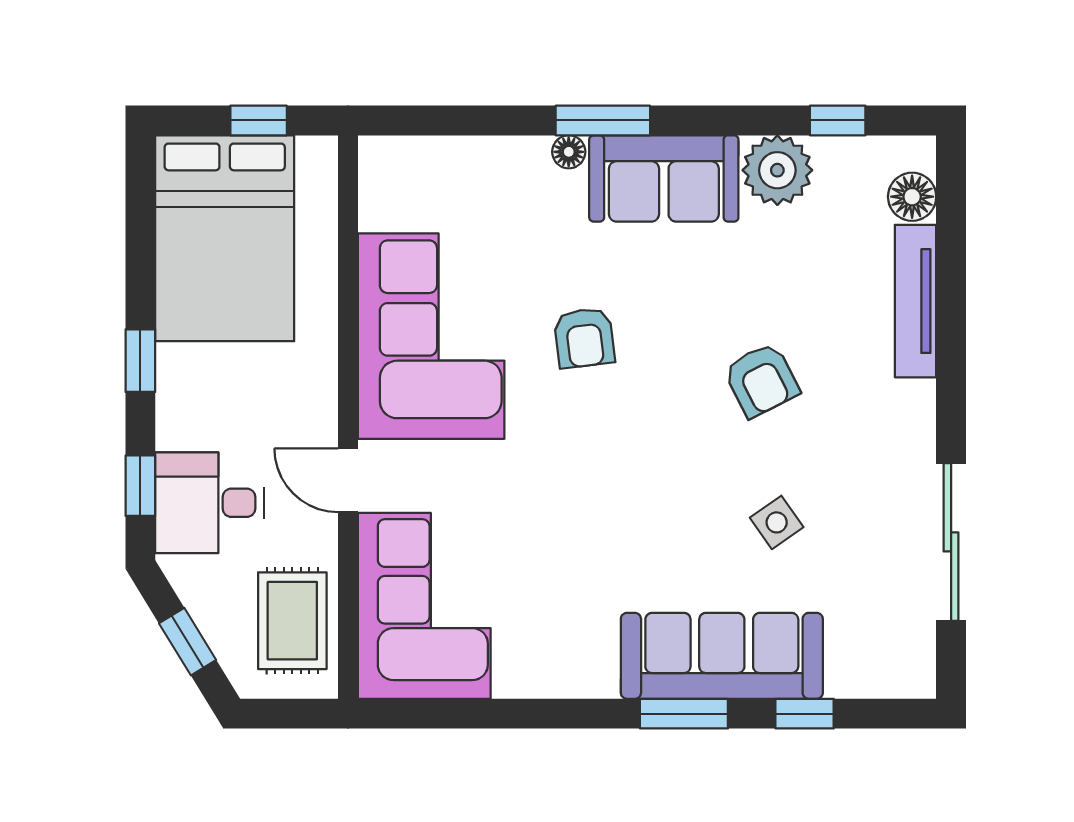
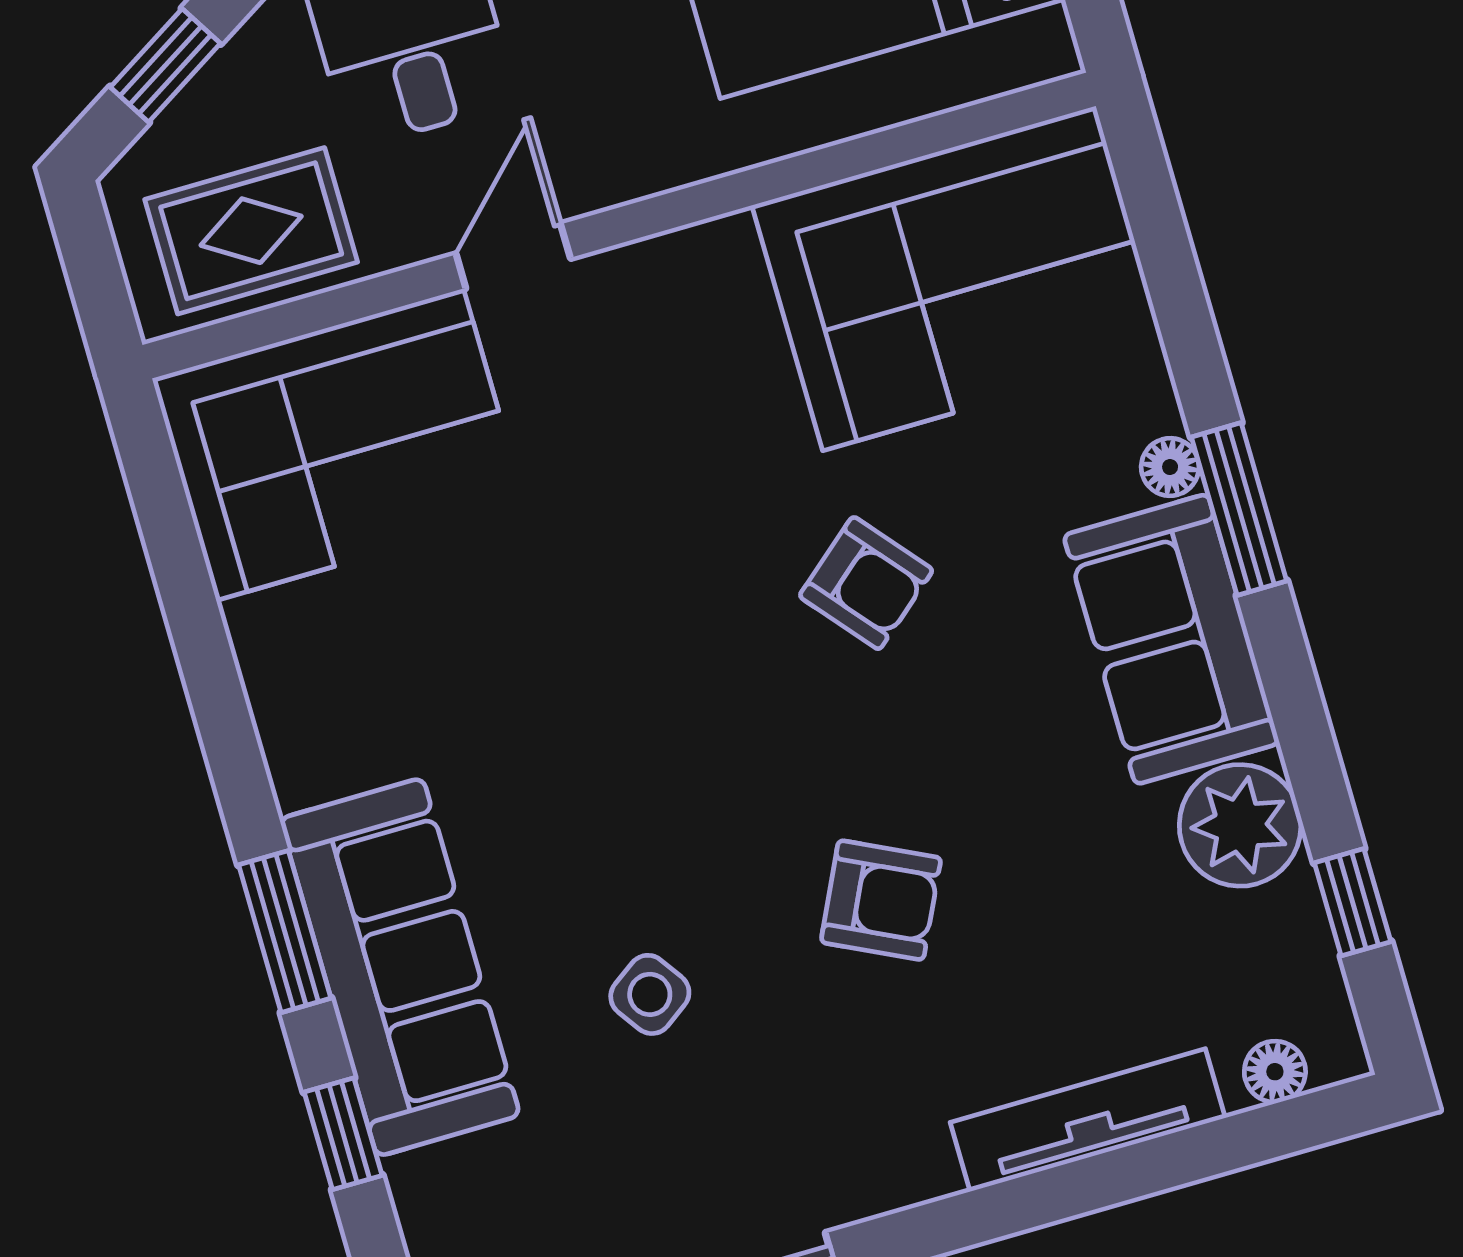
floor lamp: (912, 197) -> (1275, 1072), width x0.73, depth x0.73
corner sofa: (431, 336) -> (959, 278), moved
armchair: (584, 338) -> (866, 583), turned -123
armchair: (761, 380) -> (881, 900), turned -127

